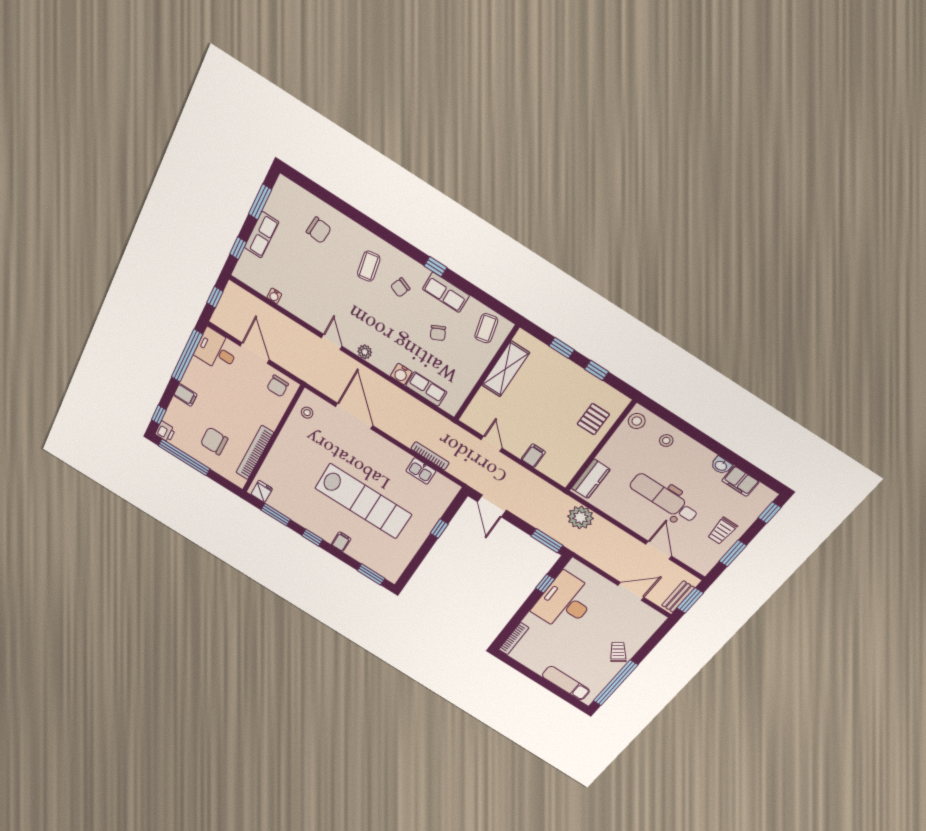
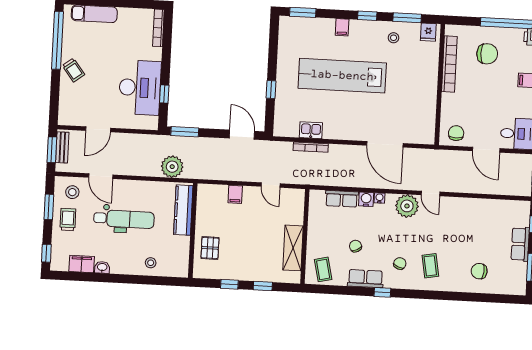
water cooler: (274, 296) -> (379, 198), moved
plant: (365, 352) -> (407, 206), width x1.87, depth x1.87
stool: (307, 413) -> (394, 38), moved
stool: (637, 421) -> (72, 192), moved
kitchen counter: (591, 479) -> (183, 210), width x1.50

